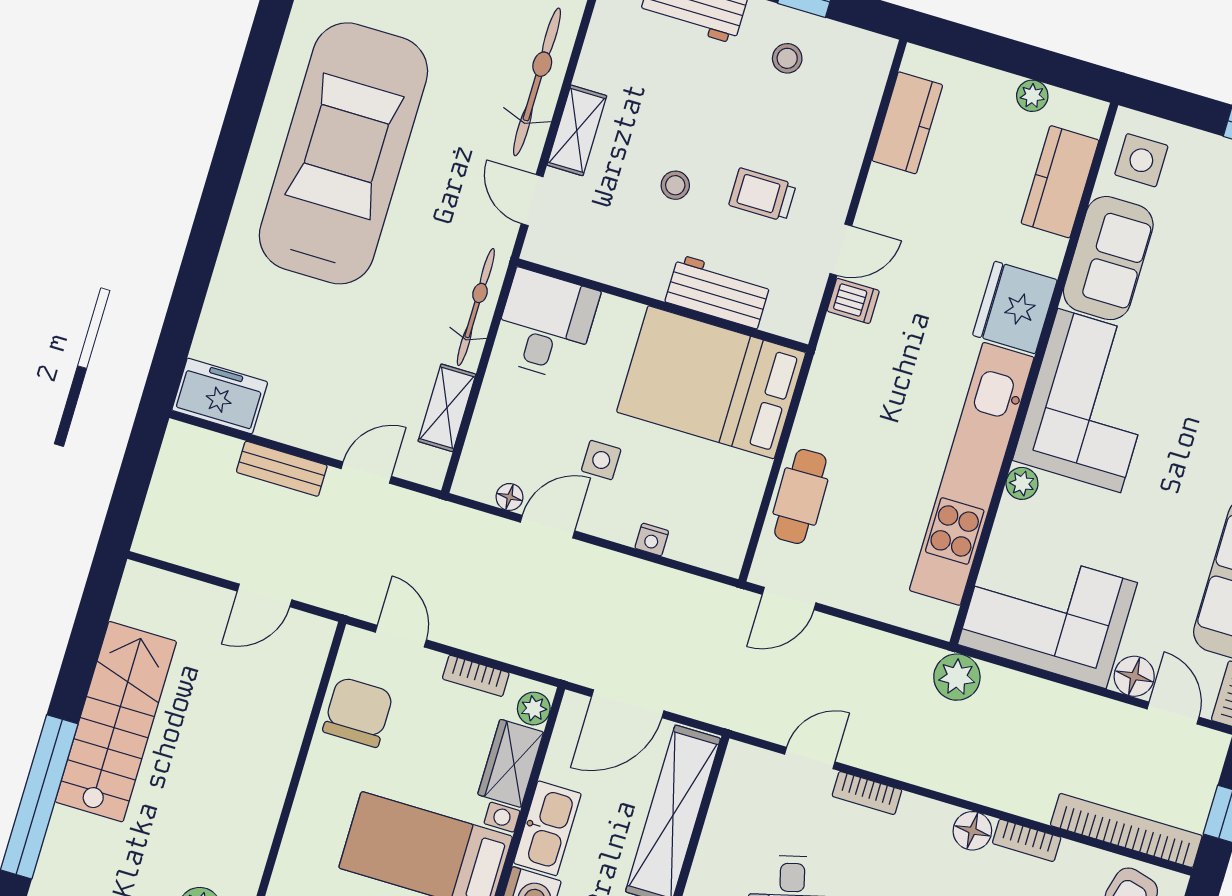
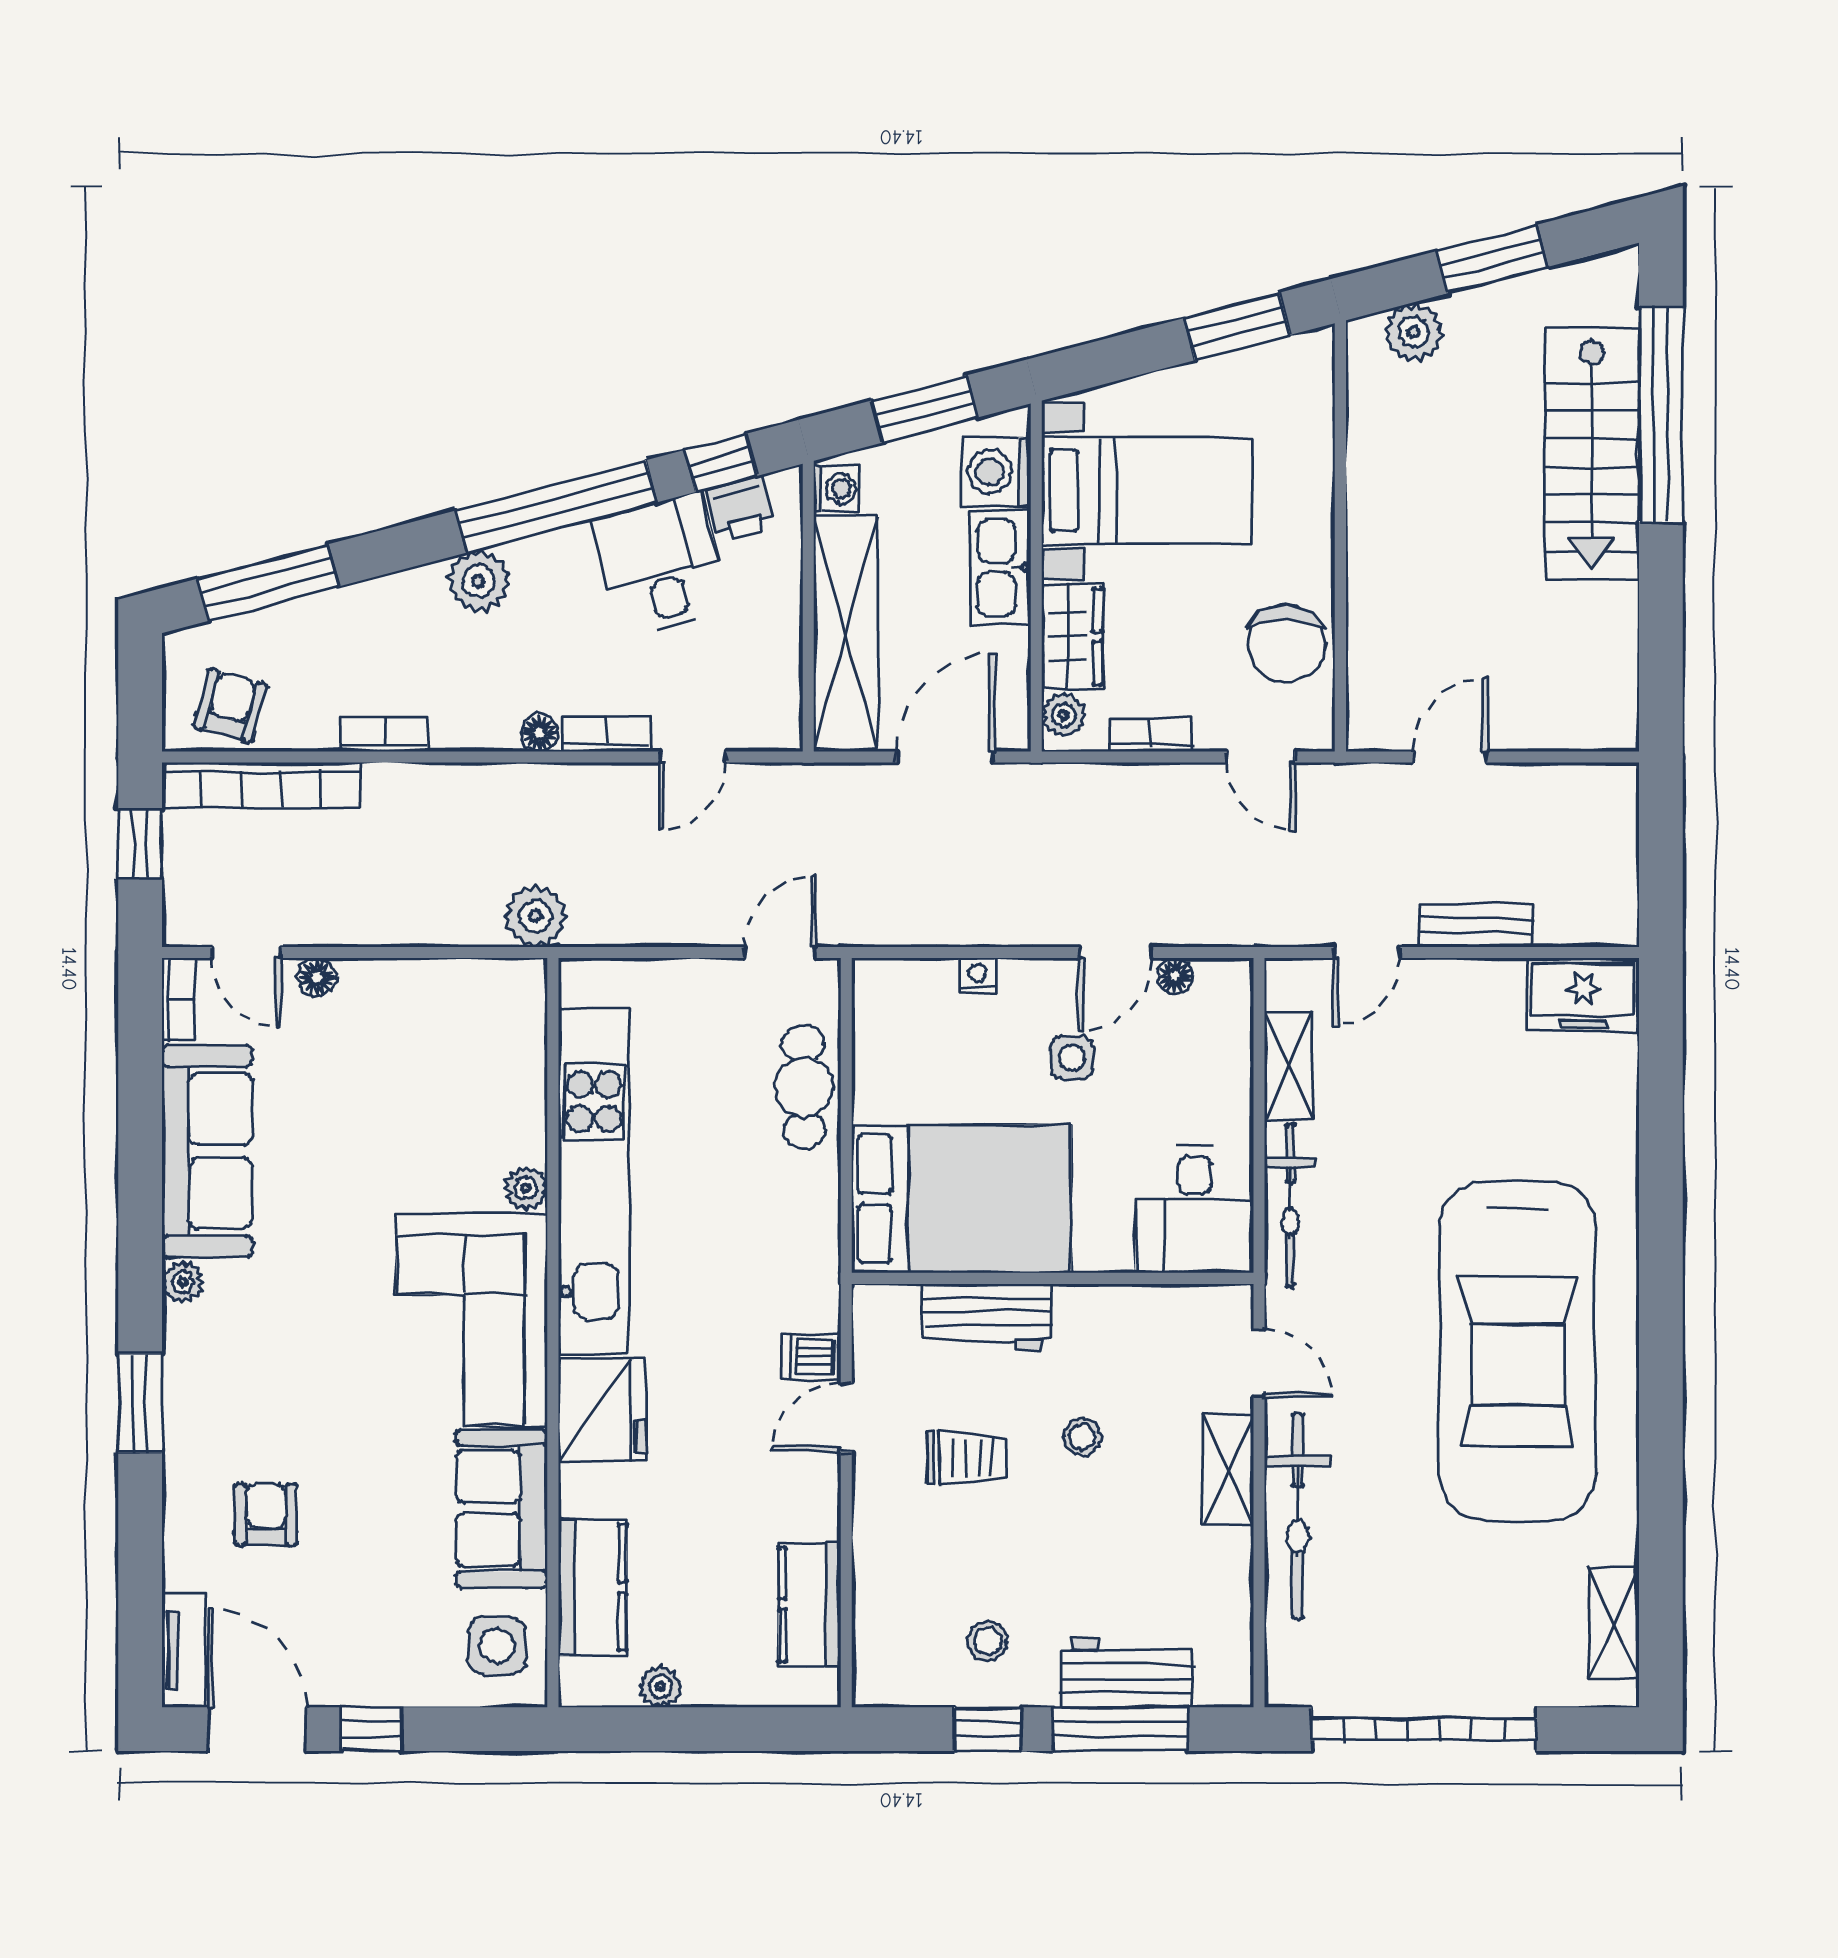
corner sofa: (1048, 614) -> (444, 1032), removed
floor lamp: (1134, 676) -> (317, 977), width x0.73, depth x0.73
stairs: (116, 722) -> (1592, 453), moved
floor lamp: (972, 831) -> (540, 733), moved, width x0.73, depth x0.73

